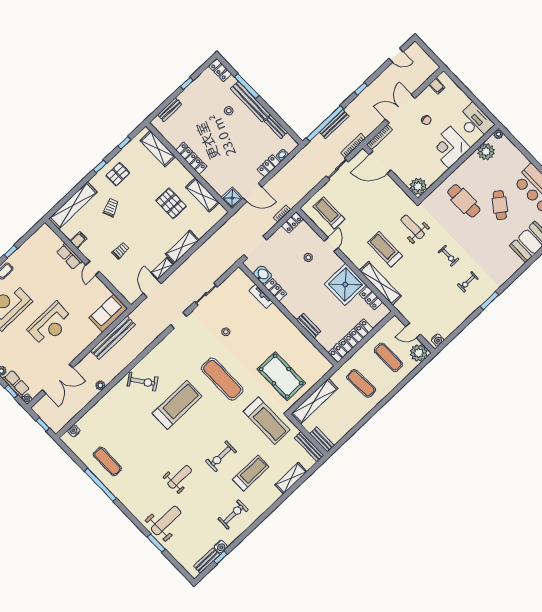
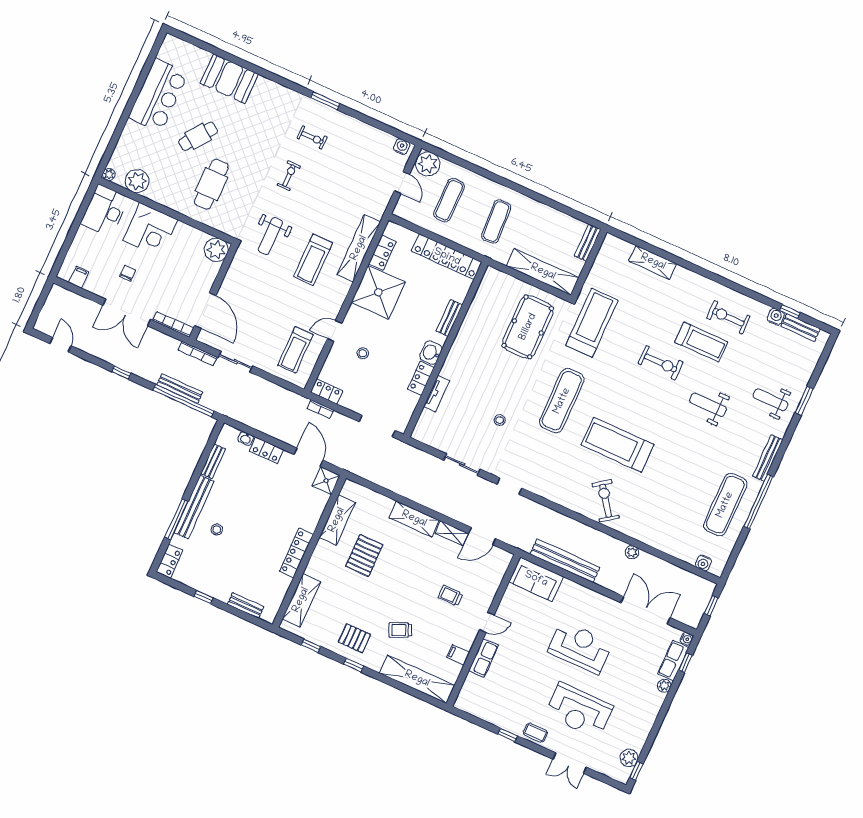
washbasin: (262, 275) -> (431, 353), moved
bench: (309, 447) -> (768, 458), moved
exercise mat: (107, 461) -> (725, 505), width x1.36, depth x1.45
treadmill: (251, 473) -> (701, 342), moved, turned 180
weight bench: (166, 521) -> (771, 400), width x0.73, depth x0.75

